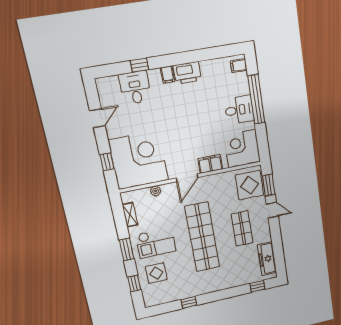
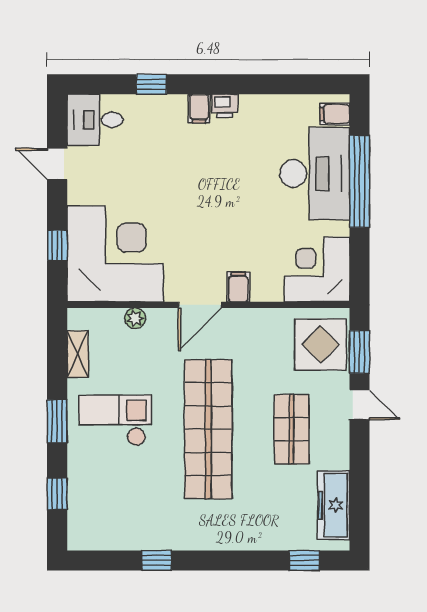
printer: (187, 73) -> (225, 106), width x0.53, depth x0.68
desk: (135, 88) -> (95, 120), moved, turned -90
desk: (239, 110) -> (315, 174), width x1.87, depth x1.30
door: (97, 118) -> (57, 164), swing flipped
filing cabinet: (210, 164) -> (238, 287), width x0.50
checkout: (156, 243) -> (115, 420), turned 180
display table: (156, 273) -> (104, 483), removed

